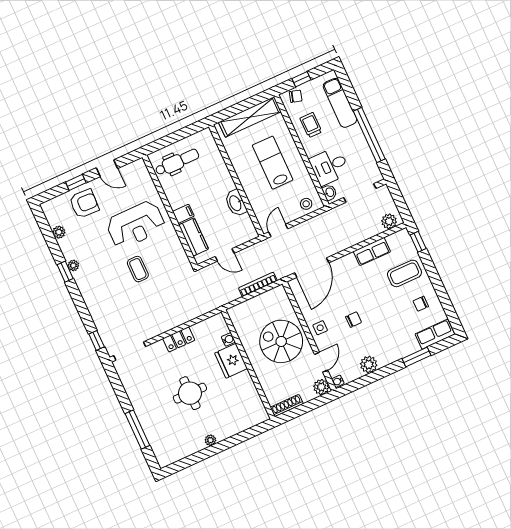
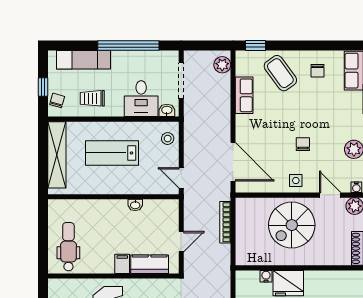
washbasin: (236, 203) -> (135, 205), width x0.52, depth x0.69
coffee table: (404, 273) -> (280, 73), turned -36

